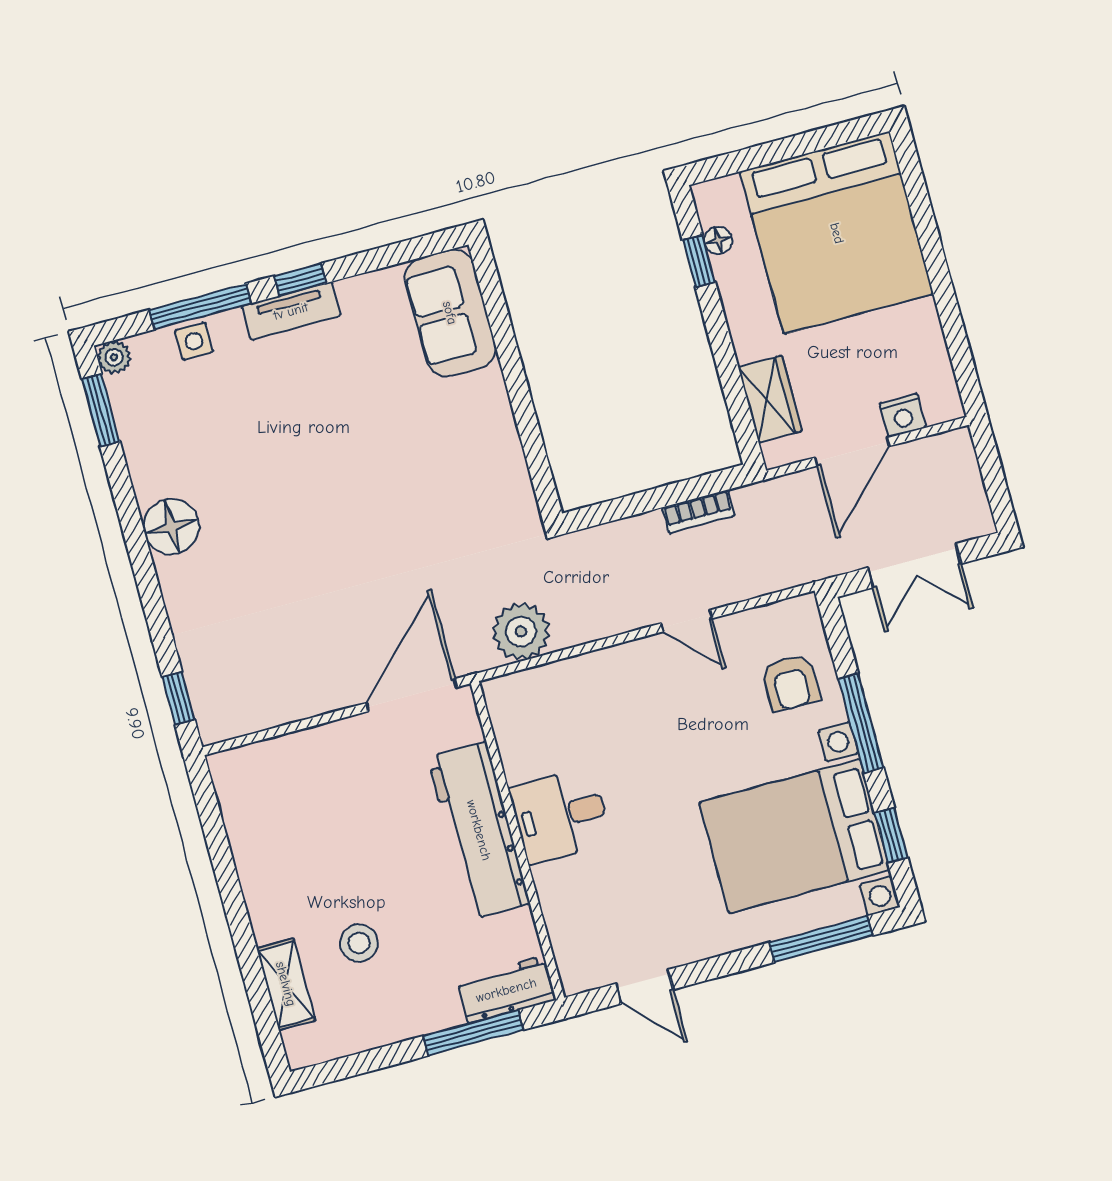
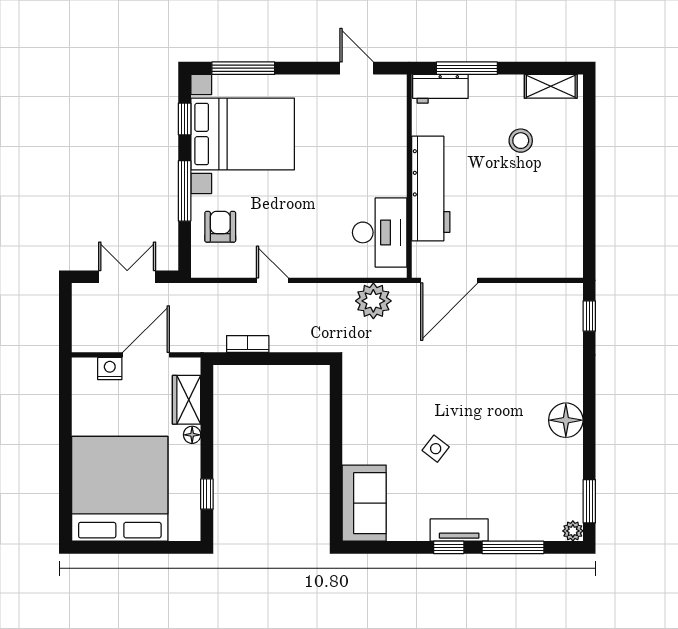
floor lamp: (718, 240) -> (192, 435), moved
side table: (194, 341) -> (436, 449), moved, turned 38
desk: (560, 816) -> (380, 232), moved, width x1.37
shelving: (286, 984) -> (551, 86), moved, turned 90

